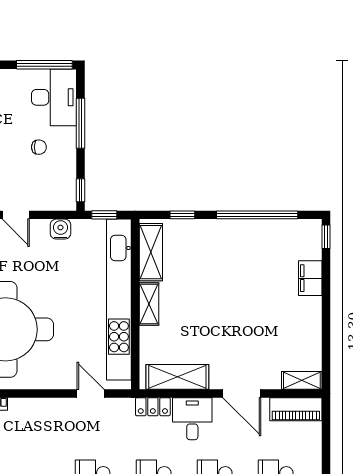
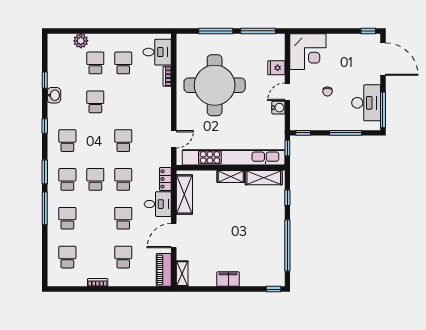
desk: (54, 97) -> (366, 103), moved, turned -90
chair: (39, 147) -> (327, 91), moved
water cooler: (60, 229) -> (278, 108), moved
filing cabinet: (310, 278) -> (228, 279), moved

